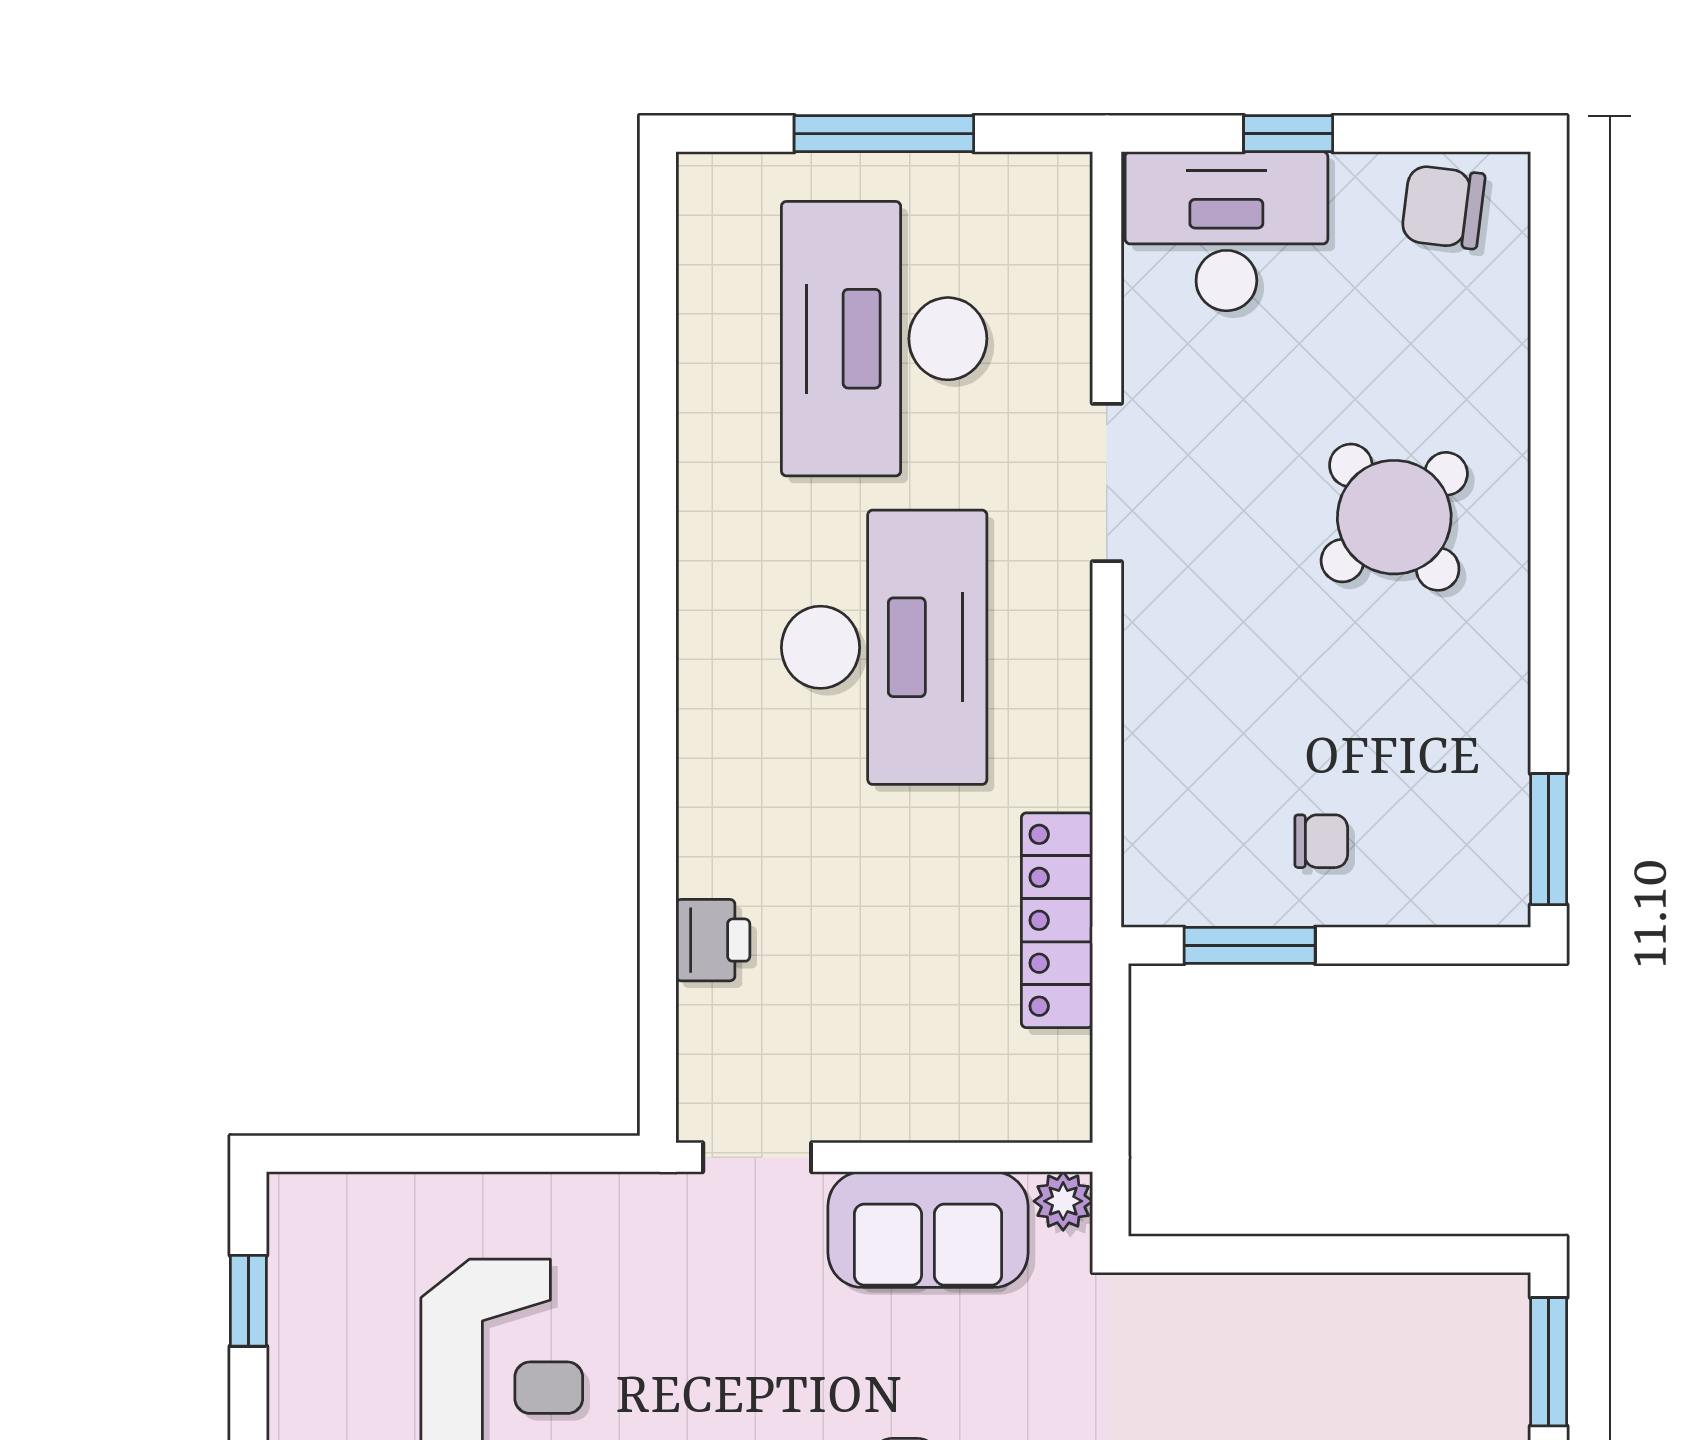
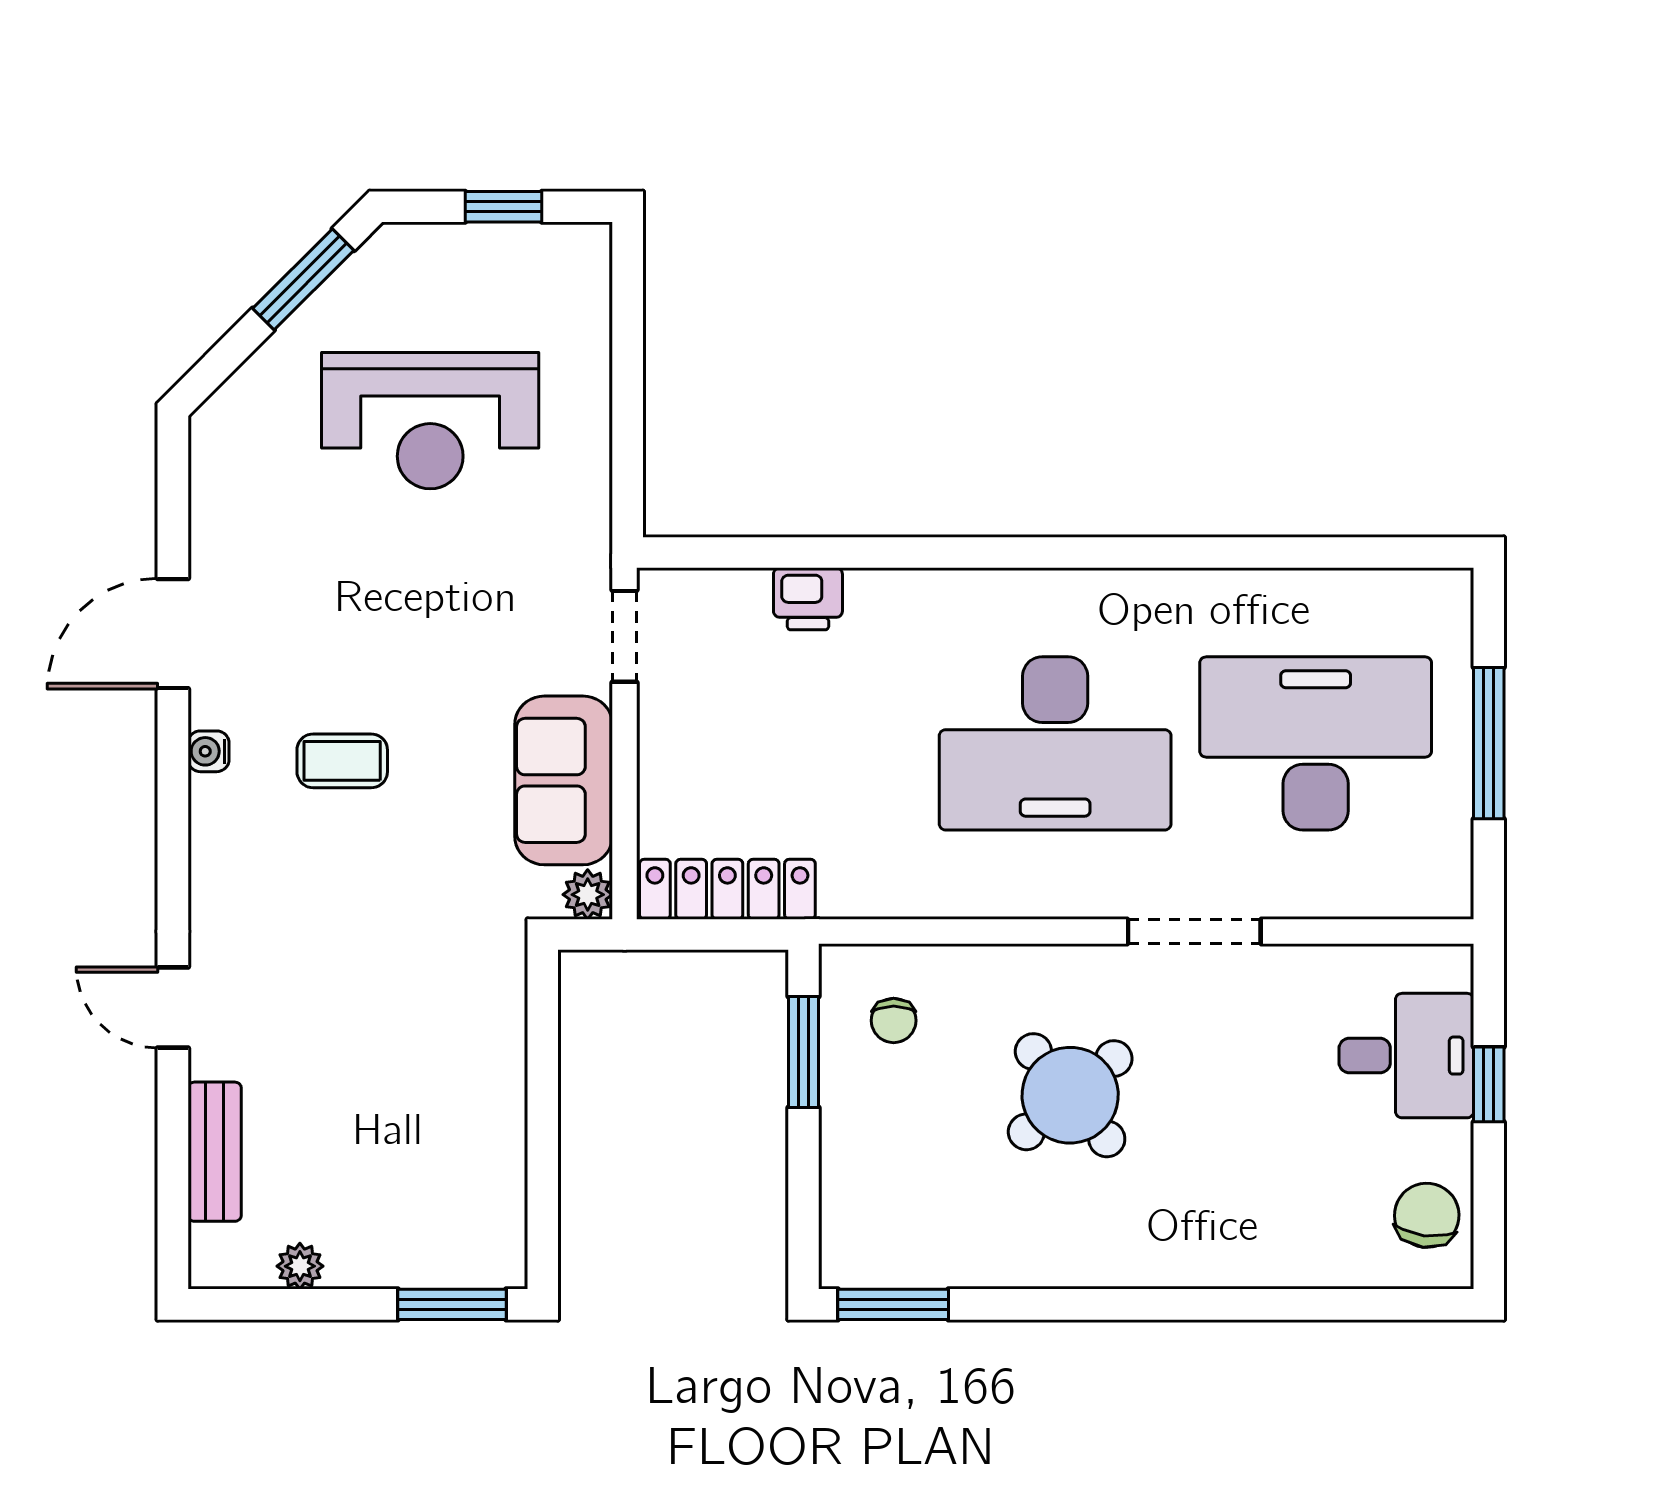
desk: (1226, 231) -> (1406, 1056), width x0.73
round table: (1394, 517) -> (1070, 1095), moved
chair: (1321, 841) -> (894, 1021), moved
locker: (1057, 920) -> (727, 889), moved

